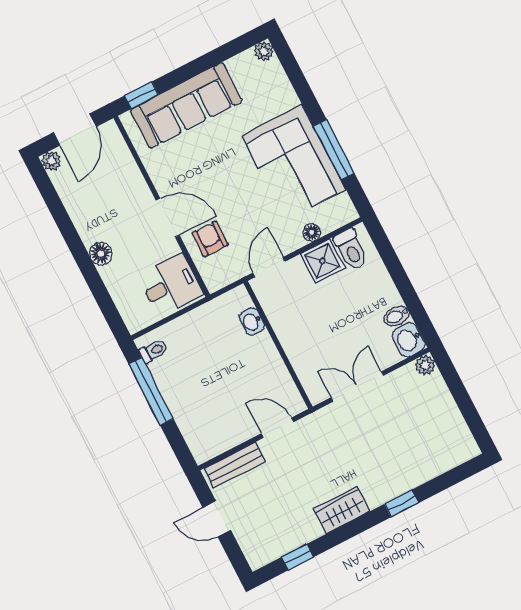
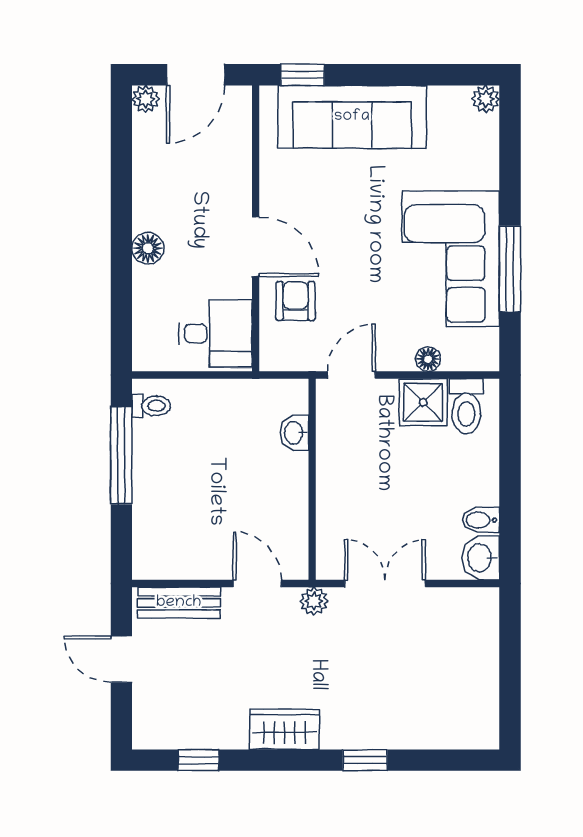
plant: (425, 365) -> (314, 601), moved

